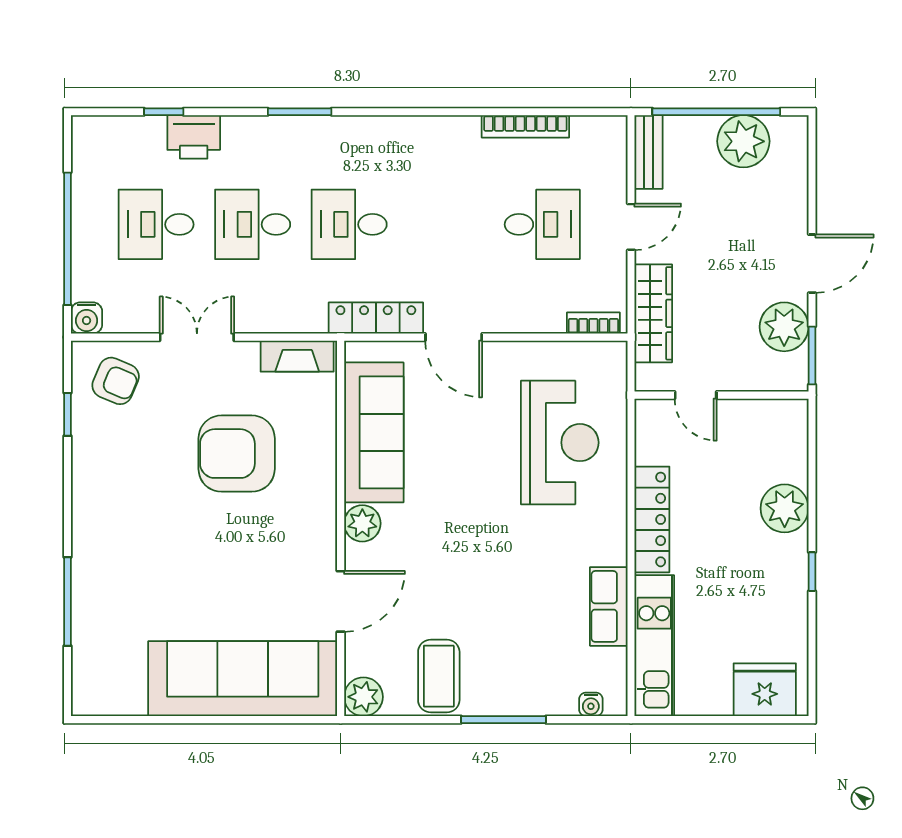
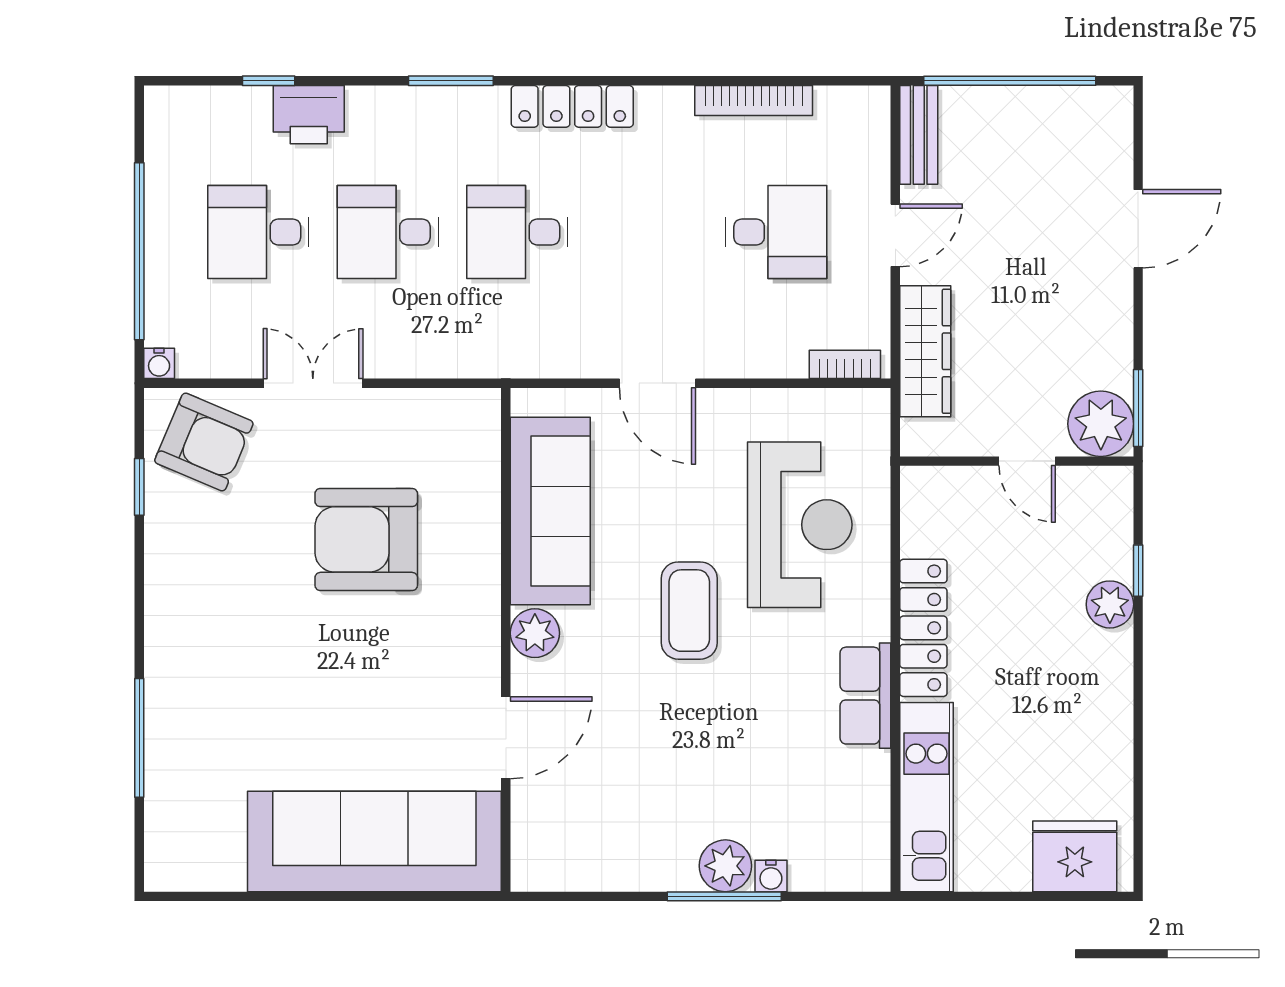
plant: (743, 141) -> (1046, 120), removed
door: (812, 264) -> (1138, 229), moved
water cooler: (87, 318) -> (159, 363), width x0.72, depth x0.72
locker: (376, 318) -> (572, 106), moved, turned 180
plant: (784, 327) -> (1101, 424), moved
fireplace: (297, 356) -> (447, 409), removed
armchair: (116, 381) -> (204, 442), width x1.38, depth x1.38
door: (696, 395) -> (1027, 461), moved
plant: (785, 508) -> (1110, 604), width x0.73, depth x0.73
window: (812, 572) -> (1138, 571), moved
row of seats: (609, 606) -> (865, 696), moved
coffee table: (439, 676) -> (689, 611), moved
plant: (363, 697) -> (725, 866), moved
water cooler: (591, 704) -> (771, 876), moved

